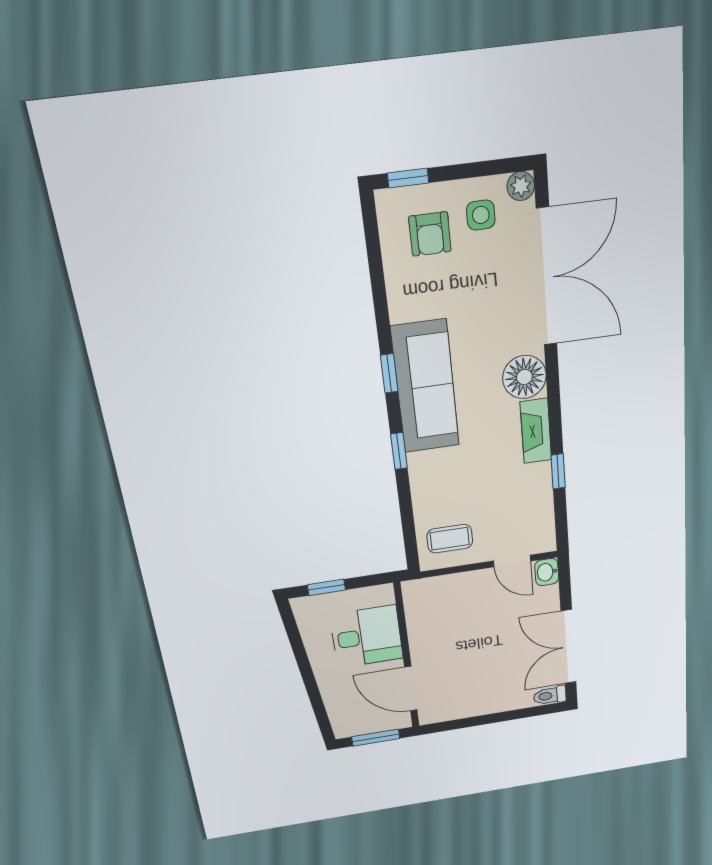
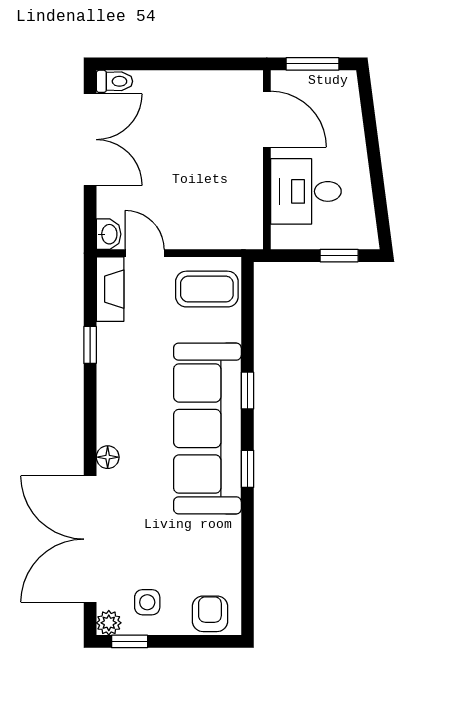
window: (408, 178) -> (130, 641), moved
armchair: (430, 234) -> (210, 614), moved
floor lamp: (524, 377) -> (108, 457), width x0.53, depth x0.53
sofa: (425, 387) -> (207, 428), width x1.36, depth x1.27
fireplace: (536, 431) -> (110, 289), moved
coffee table: (450, 539) -> (207, 289), width x1.36, depth x1.30

